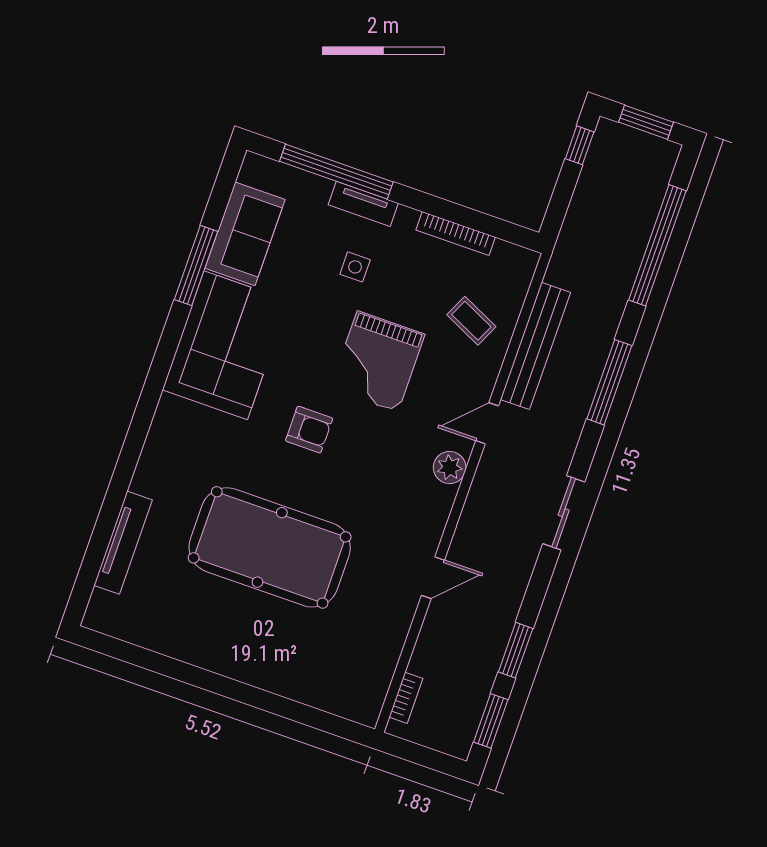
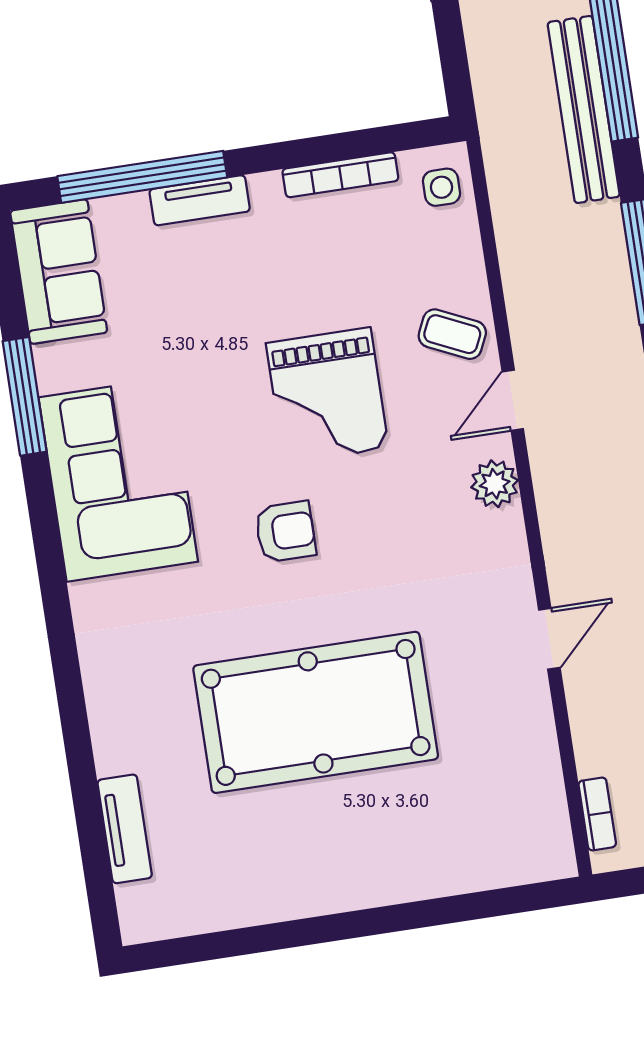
sofa: (245, 234) -> (59, 272), moved
side table: (355, 267) -> (442, 187), moved
coffee table: (471, 321) -> (452, 334), moved
bench: (535, 346) -> (584, 109), moved
tv unit: (123, 543) -> (125, 829), width x0.71

